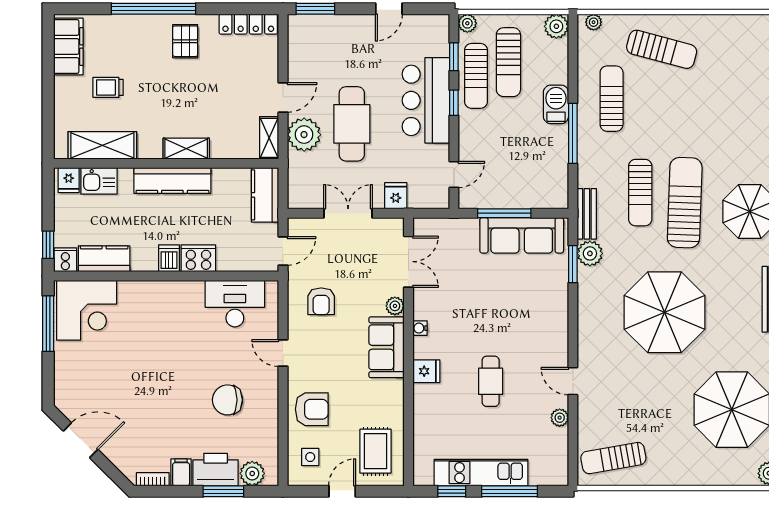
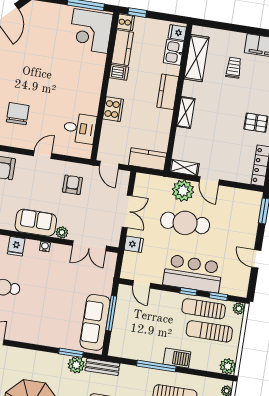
kitchen counter: (172, 181) -> (168, 92), width x0.67
dishwasher: (169, 258) -> (119, 72), moved
armchair: (321, 301) -> (72, 185), turned 90
desk: (235, 304) -> (80, 128), width x0.73

